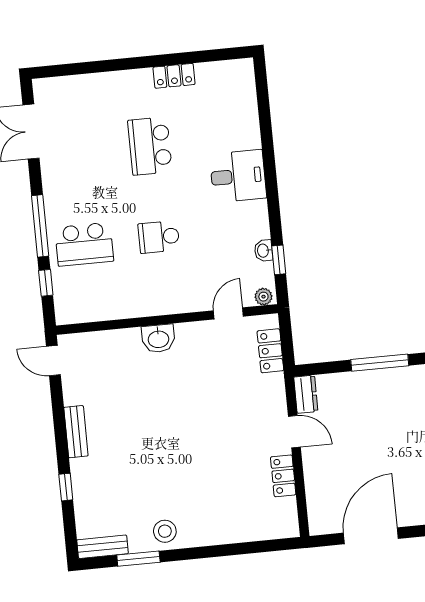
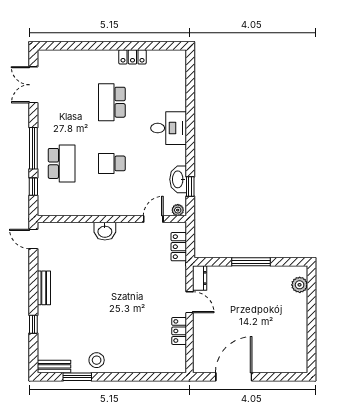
school desk: (84, 244) -> (62, 163), turned -90
washbasin: (263, 251) -> (178, 179), width x1.91, depth x1.45

